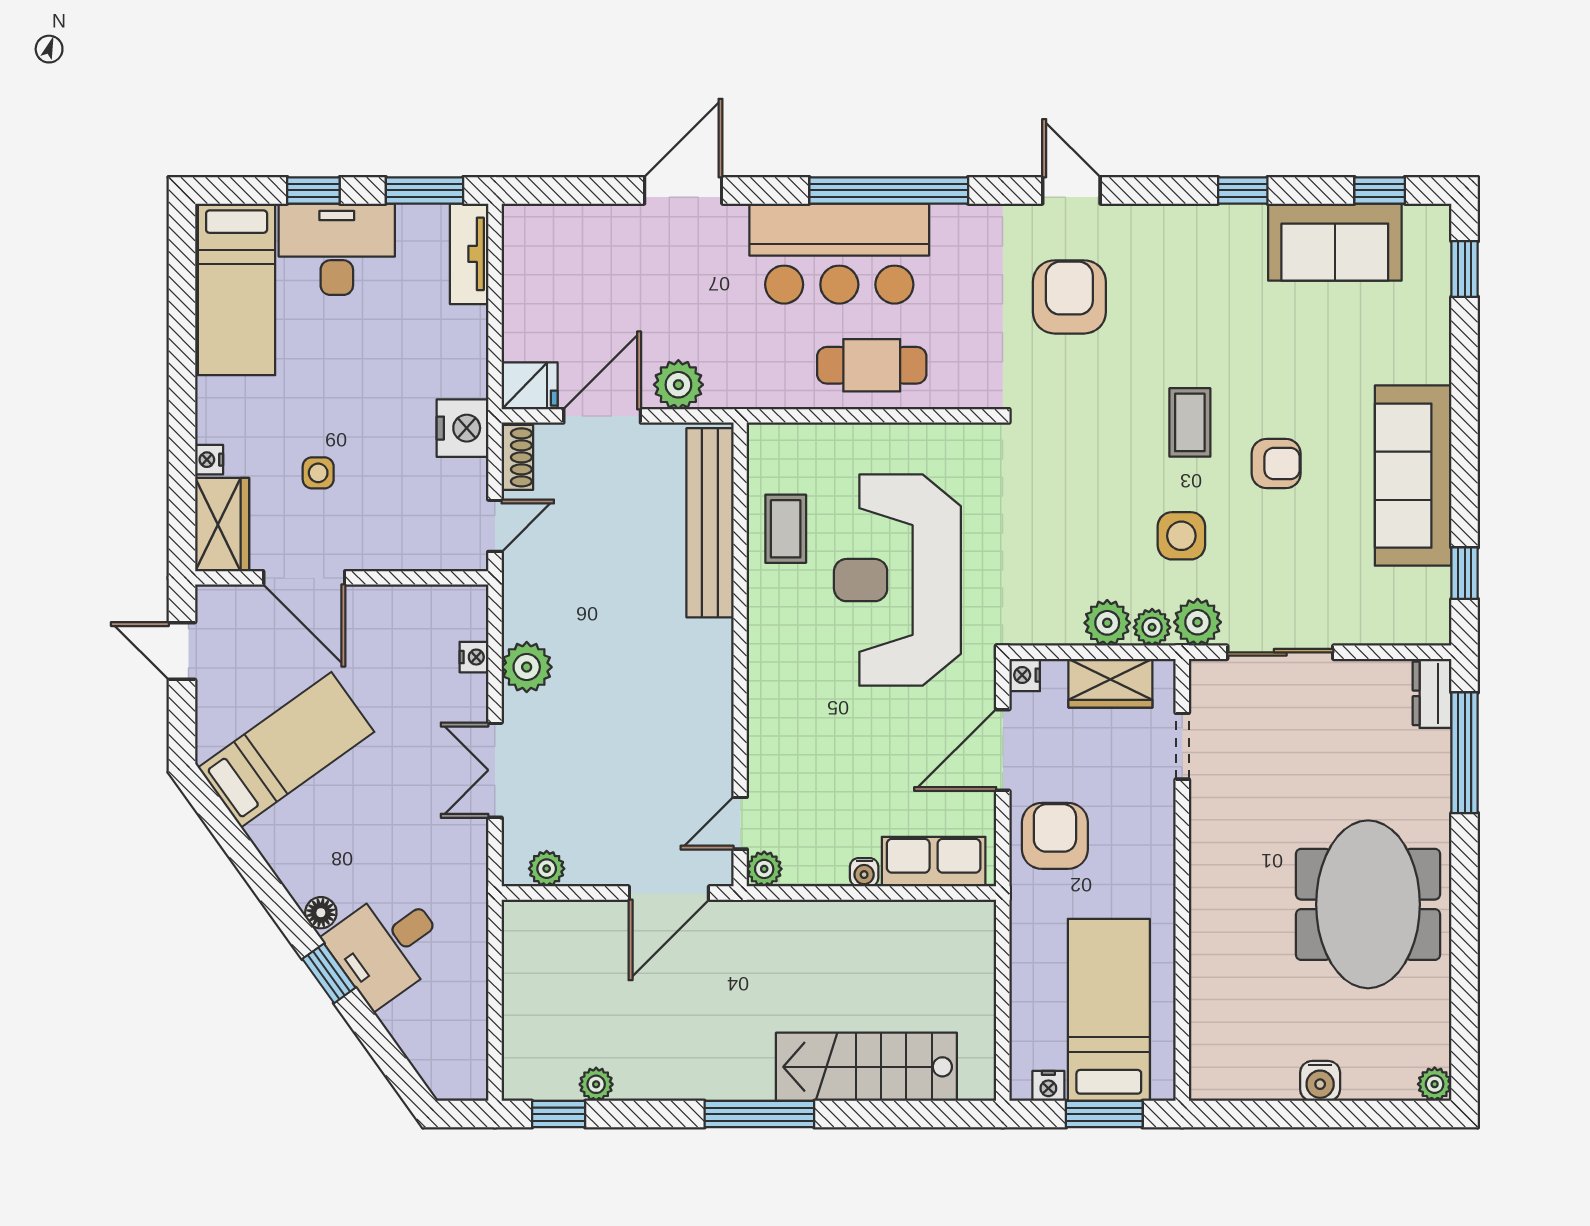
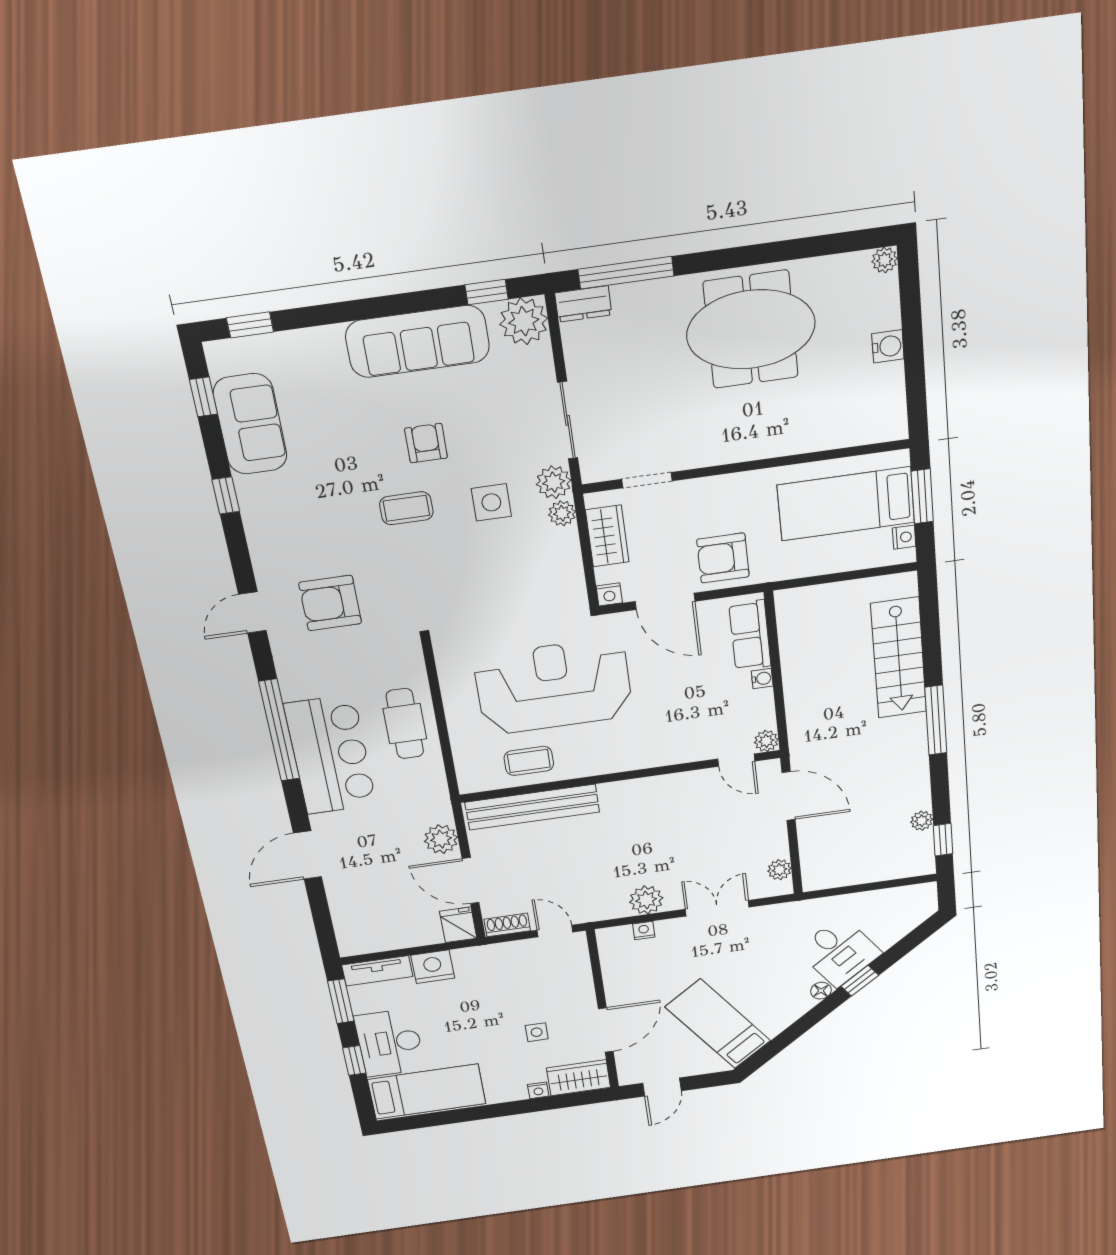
door: (683, 190) -> (308, 855), hinge flipped
nightstand: (463, 428) -> (433, 967), moved
reception desk: (897, 580) -> (554, 686), turned 180
plant: (1107, 623) -> (524, 321), moved, width x1.36, depth x1.36
double door: (495, 770) -> (717, 908), swing flipped

